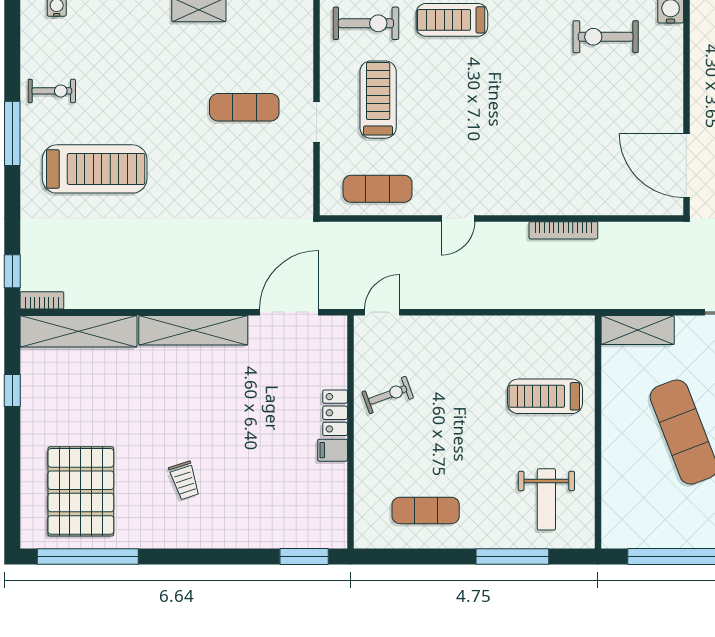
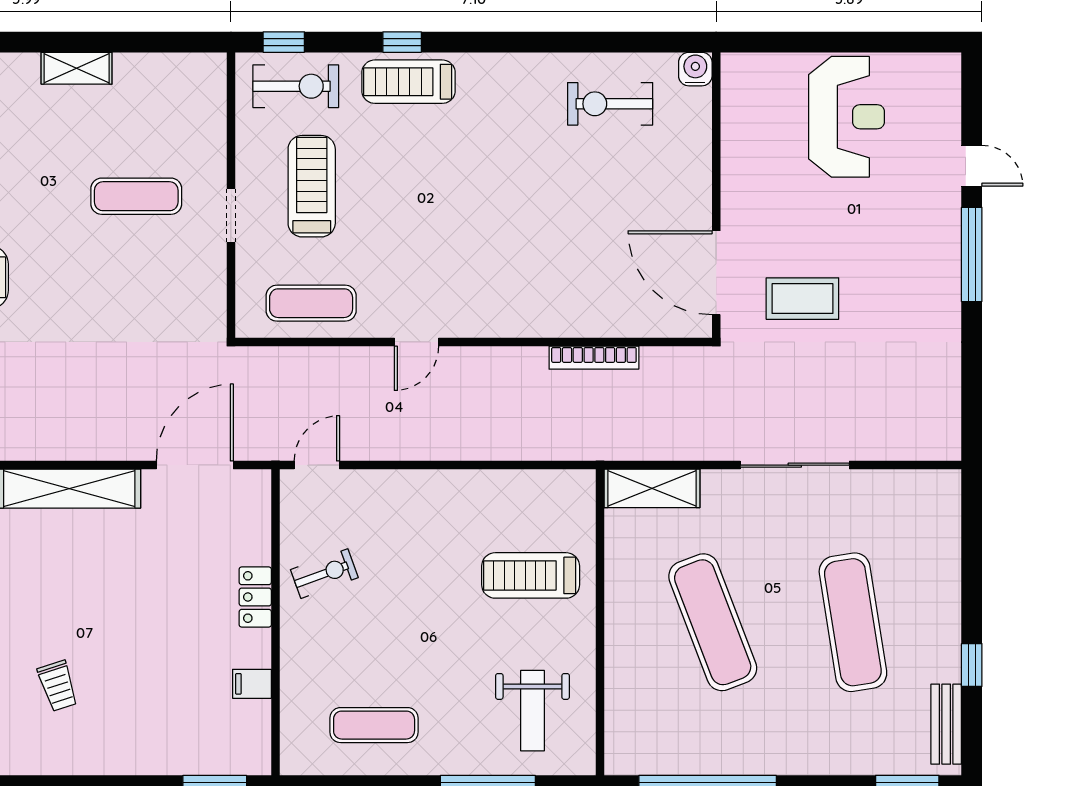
bookcase: (563, 230) -> (594, 358), moved
filing cabinet: (333, 450) -> (252, 684), moved

